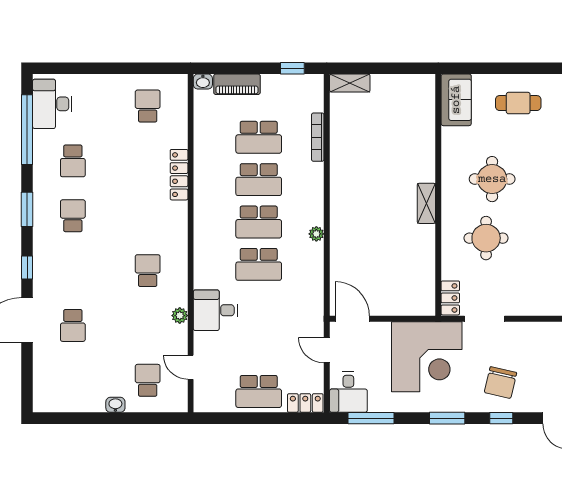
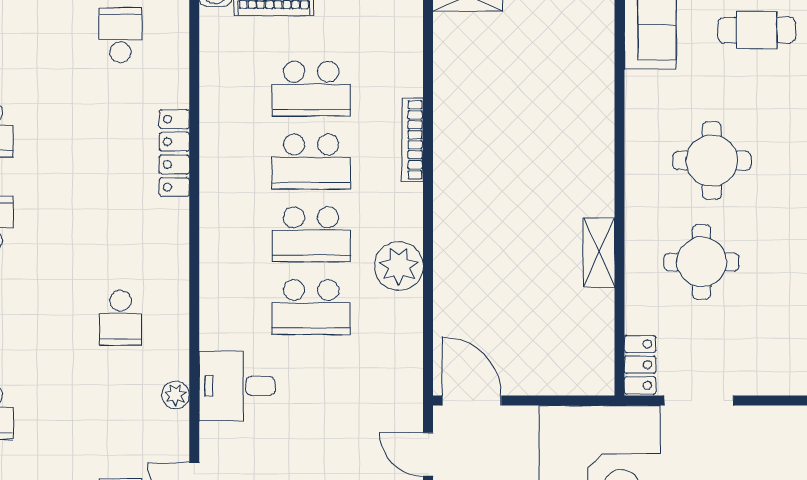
bookcase: (318, 137) -> (412, 140), moved
shelving: (426, 203) -> (599, 253), moved
plant: (316, 234) -> (399, 266), width x1.88, depth x1.88
school desk: (148, 271) -> (120, 318), turned 180

